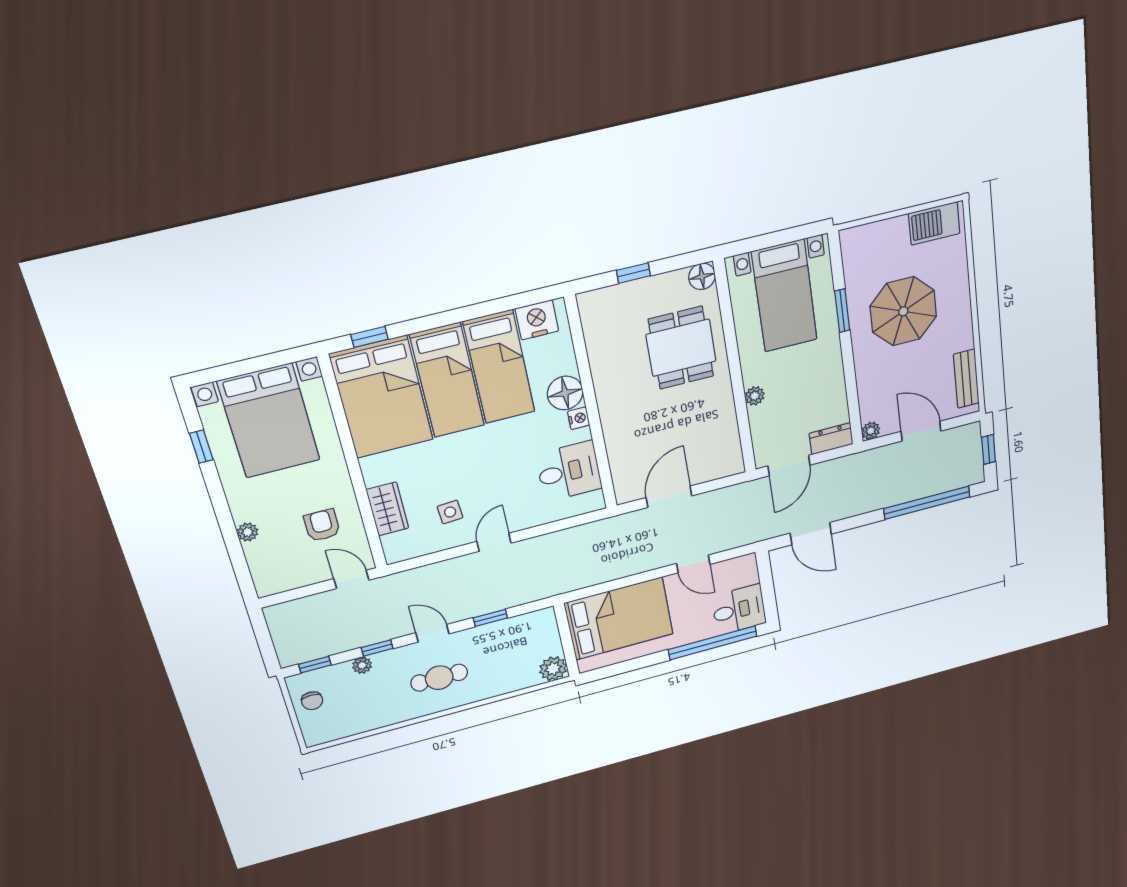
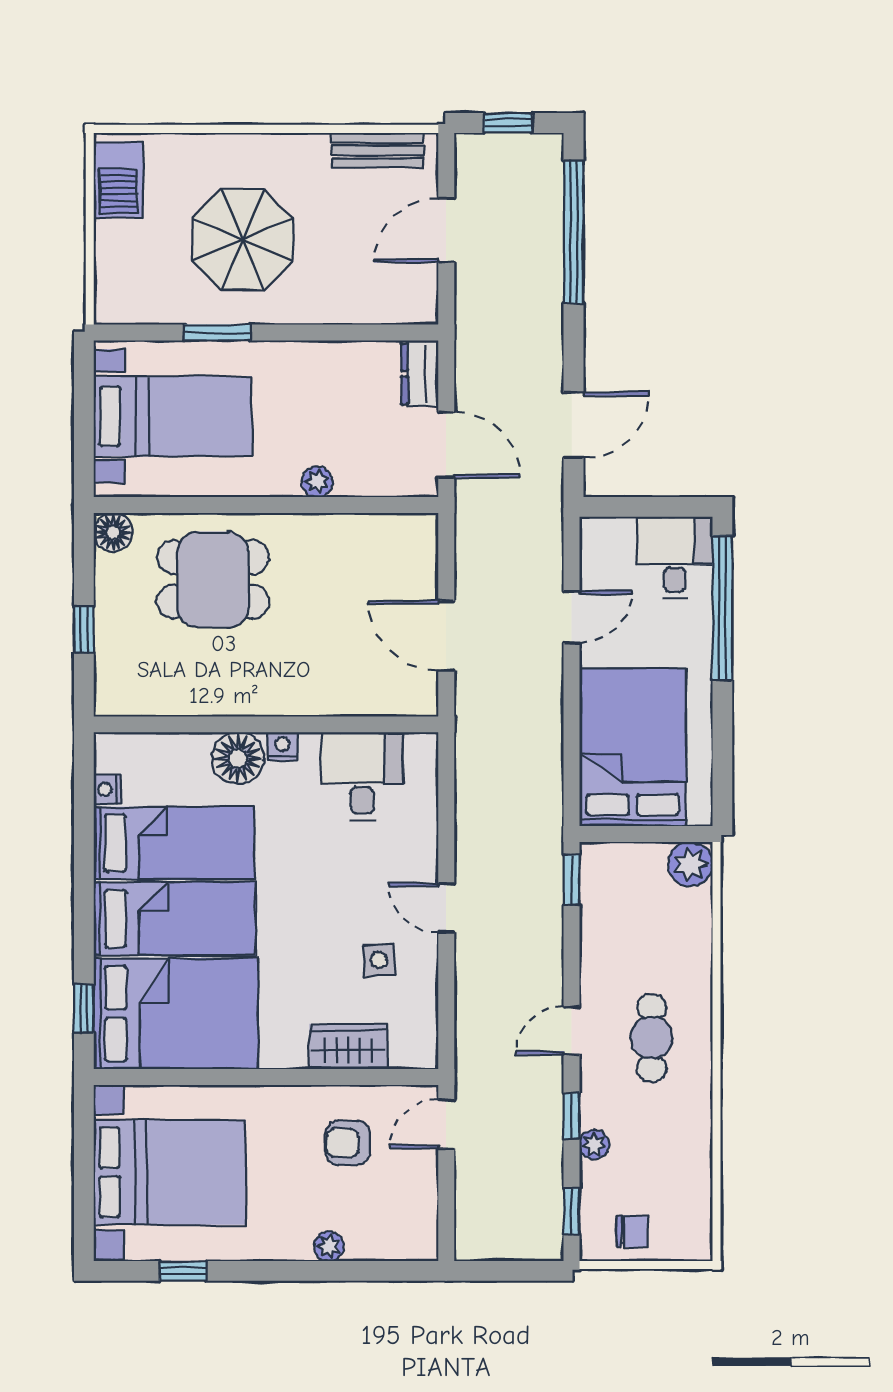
nightstand: (537, 320) -> (107, 789), width x0.53, depth x0.56
plant: (871, 431) -> (424, 310), removed
window: (490, 618) -> (572, 880), moved

